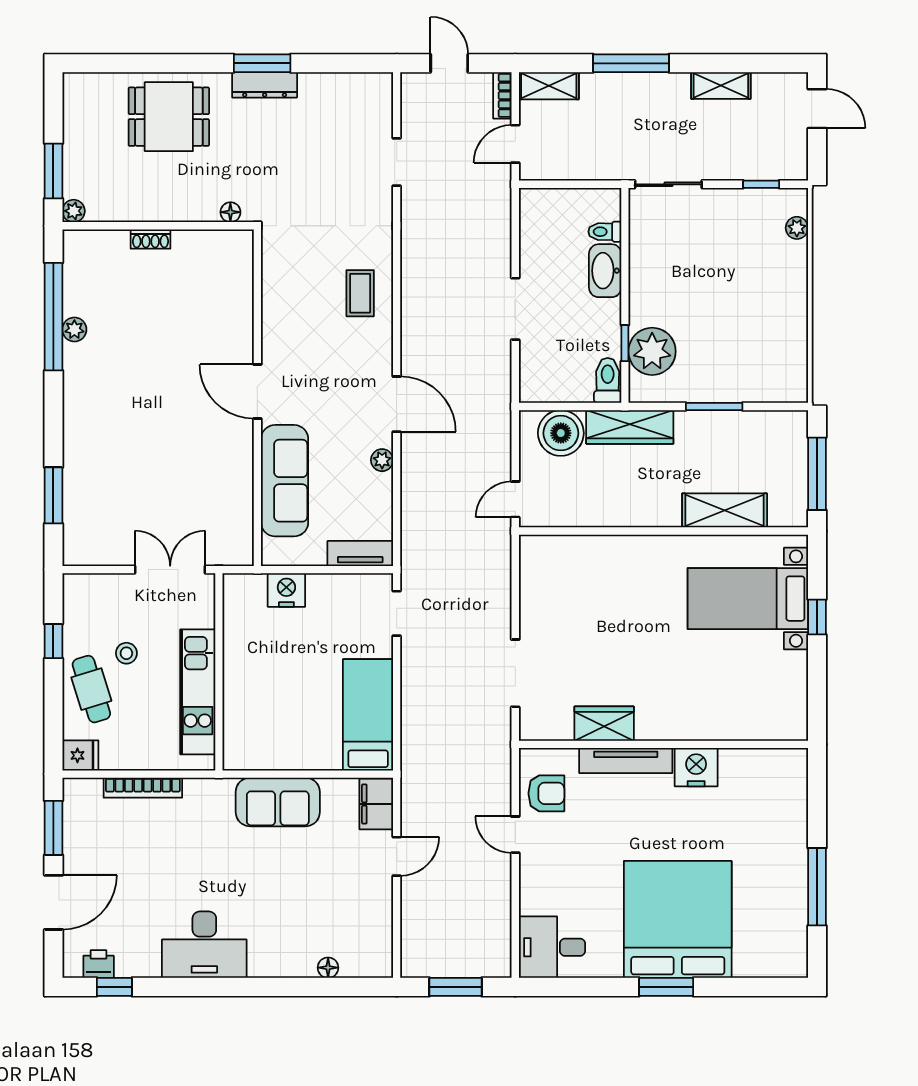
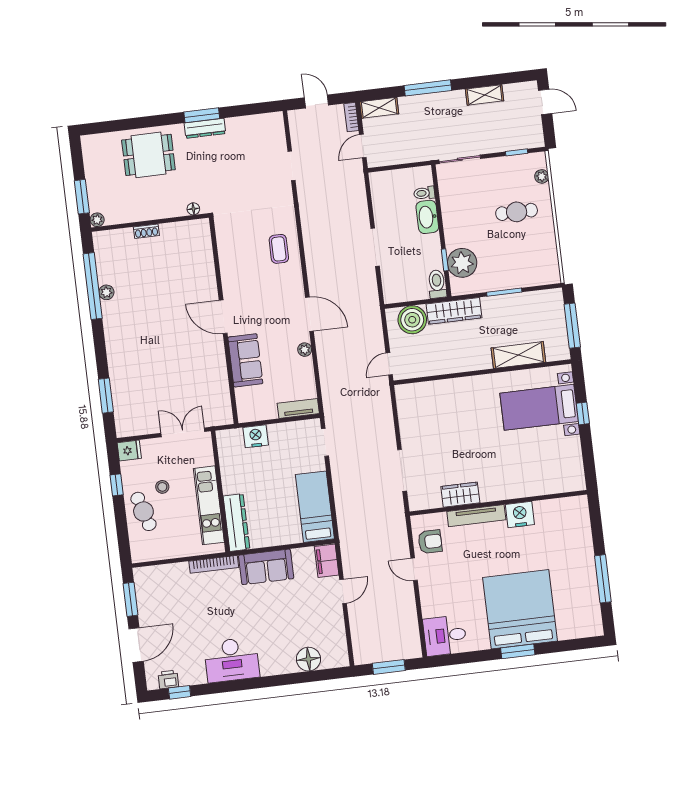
cafe table: (750, 280) -> (517, 212), added
sofa: (285, 481) -> (245, 360), width x0.73
dresser: (239, 725) -> (236, 523), added
fridge: (80, 755) -> (129, 450), moved
bookcase: (143, 788) -> (214, 564), moved
floor lamp: (328, 968) -> (308, 659), width x1.89, depth x1.89

